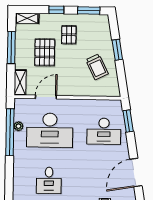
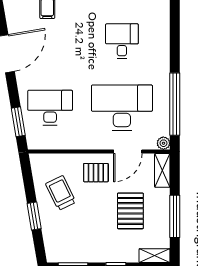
pallet: (69, 35) -> (96, 173), moved, turned 90
plant: (18, 126) -> (163, 143), moved

